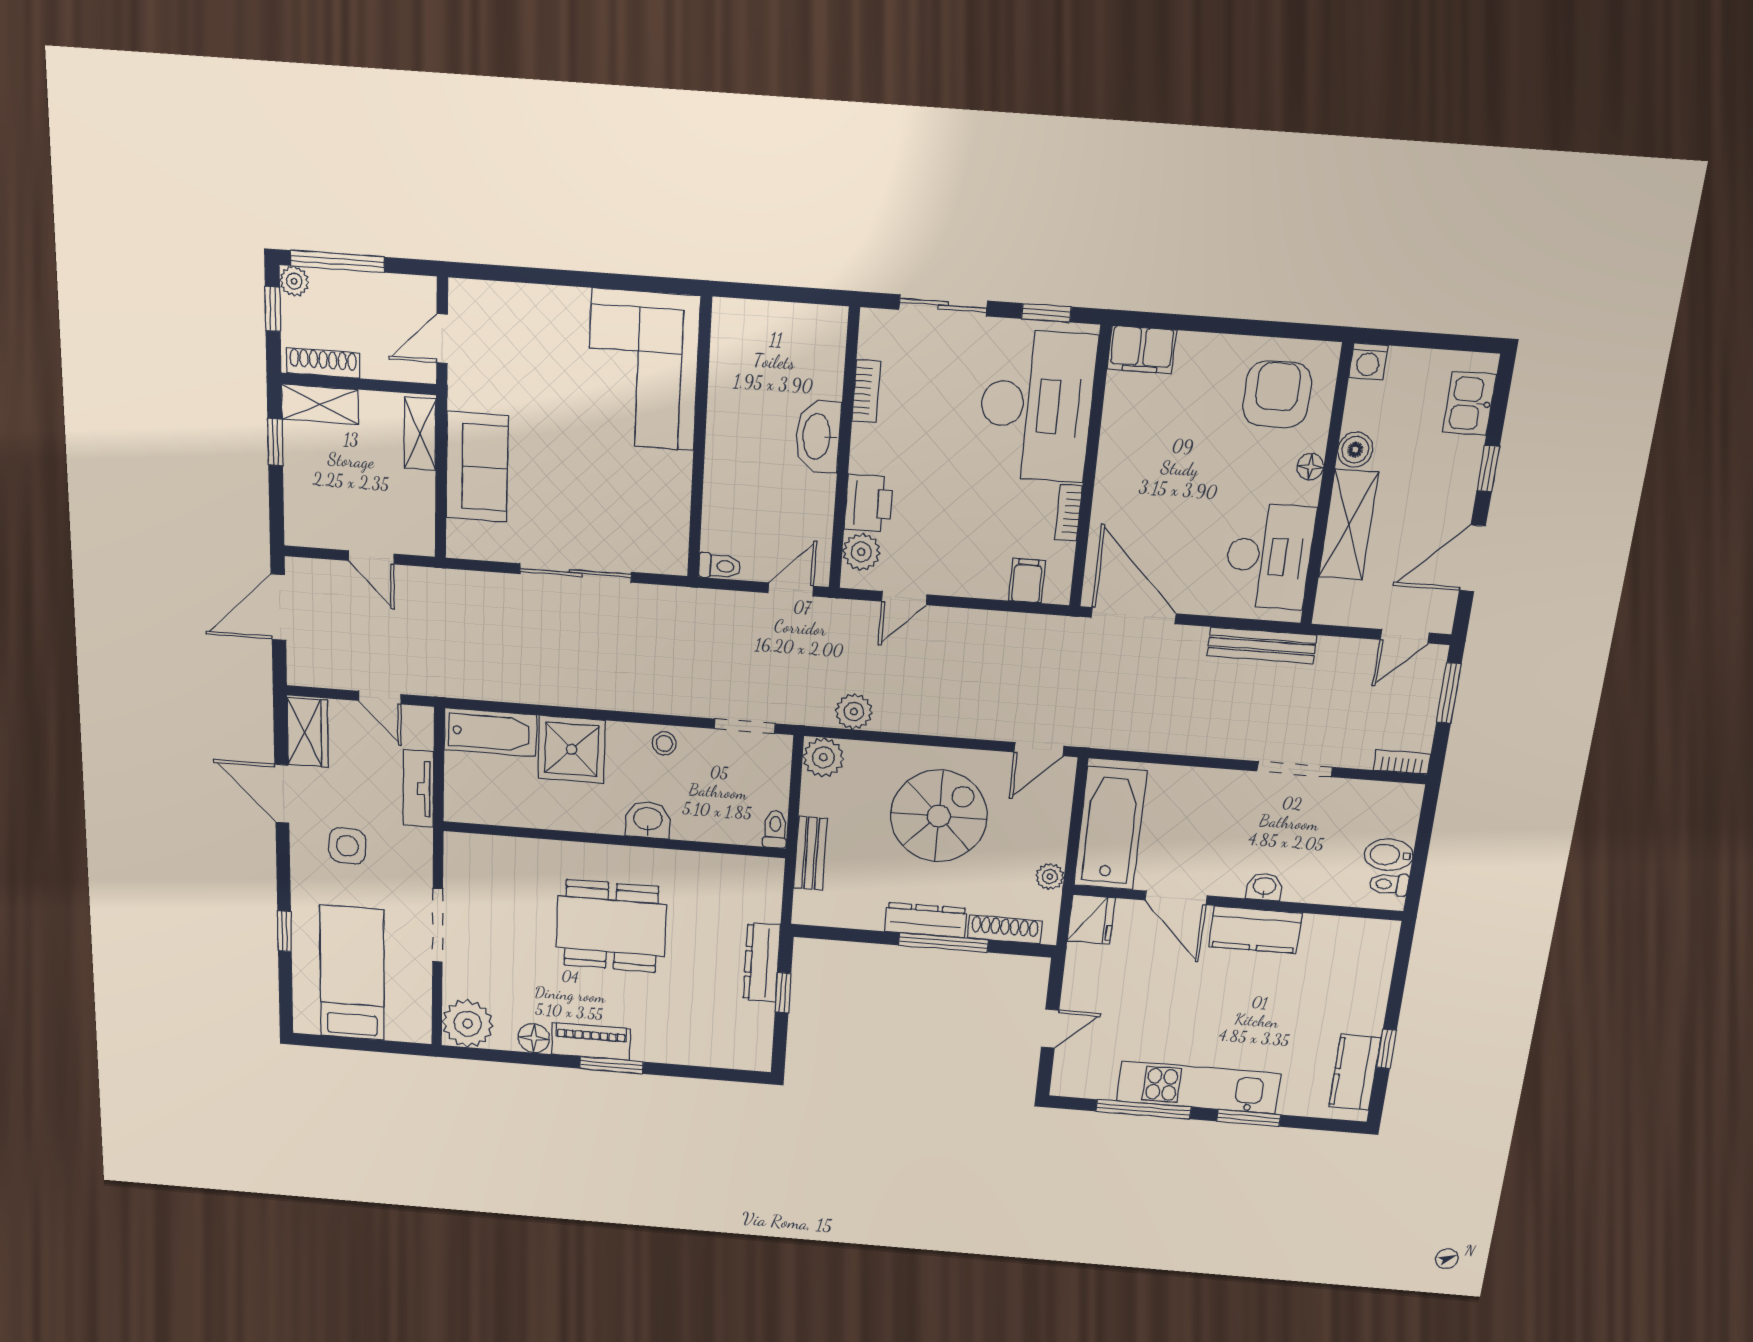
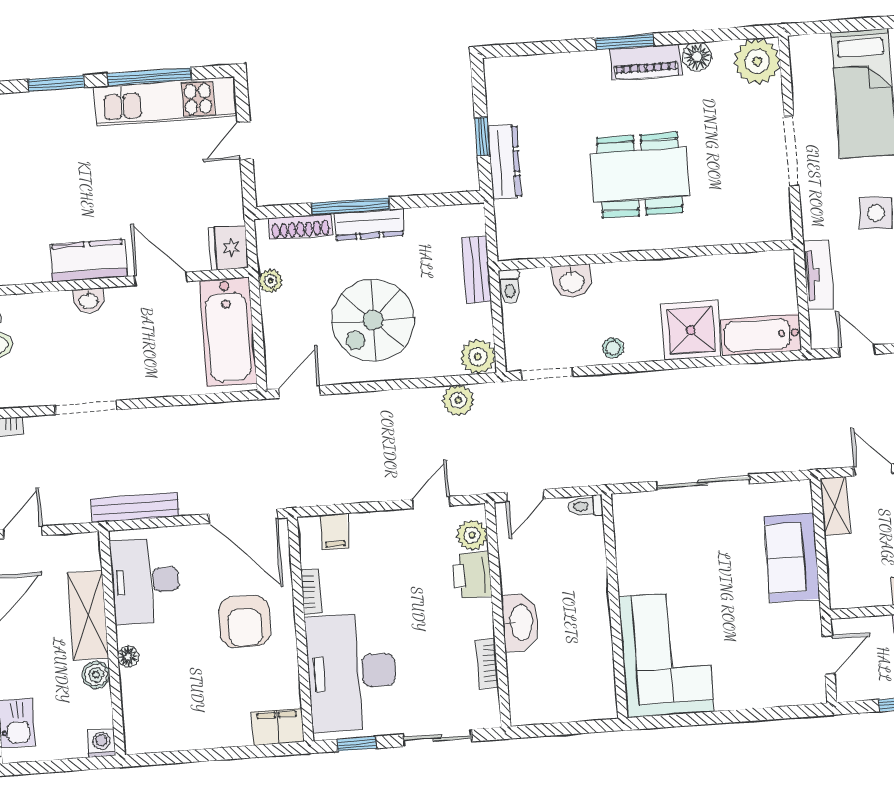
armchair: (1277, 394) -> (245, 621), moved
shelving: (420, 434) -> (835, 506), moved
washbasin: (648, 820) -> (572, 281), moved
kitchen unit: (1198, 1087) -> (166, 101), moved

